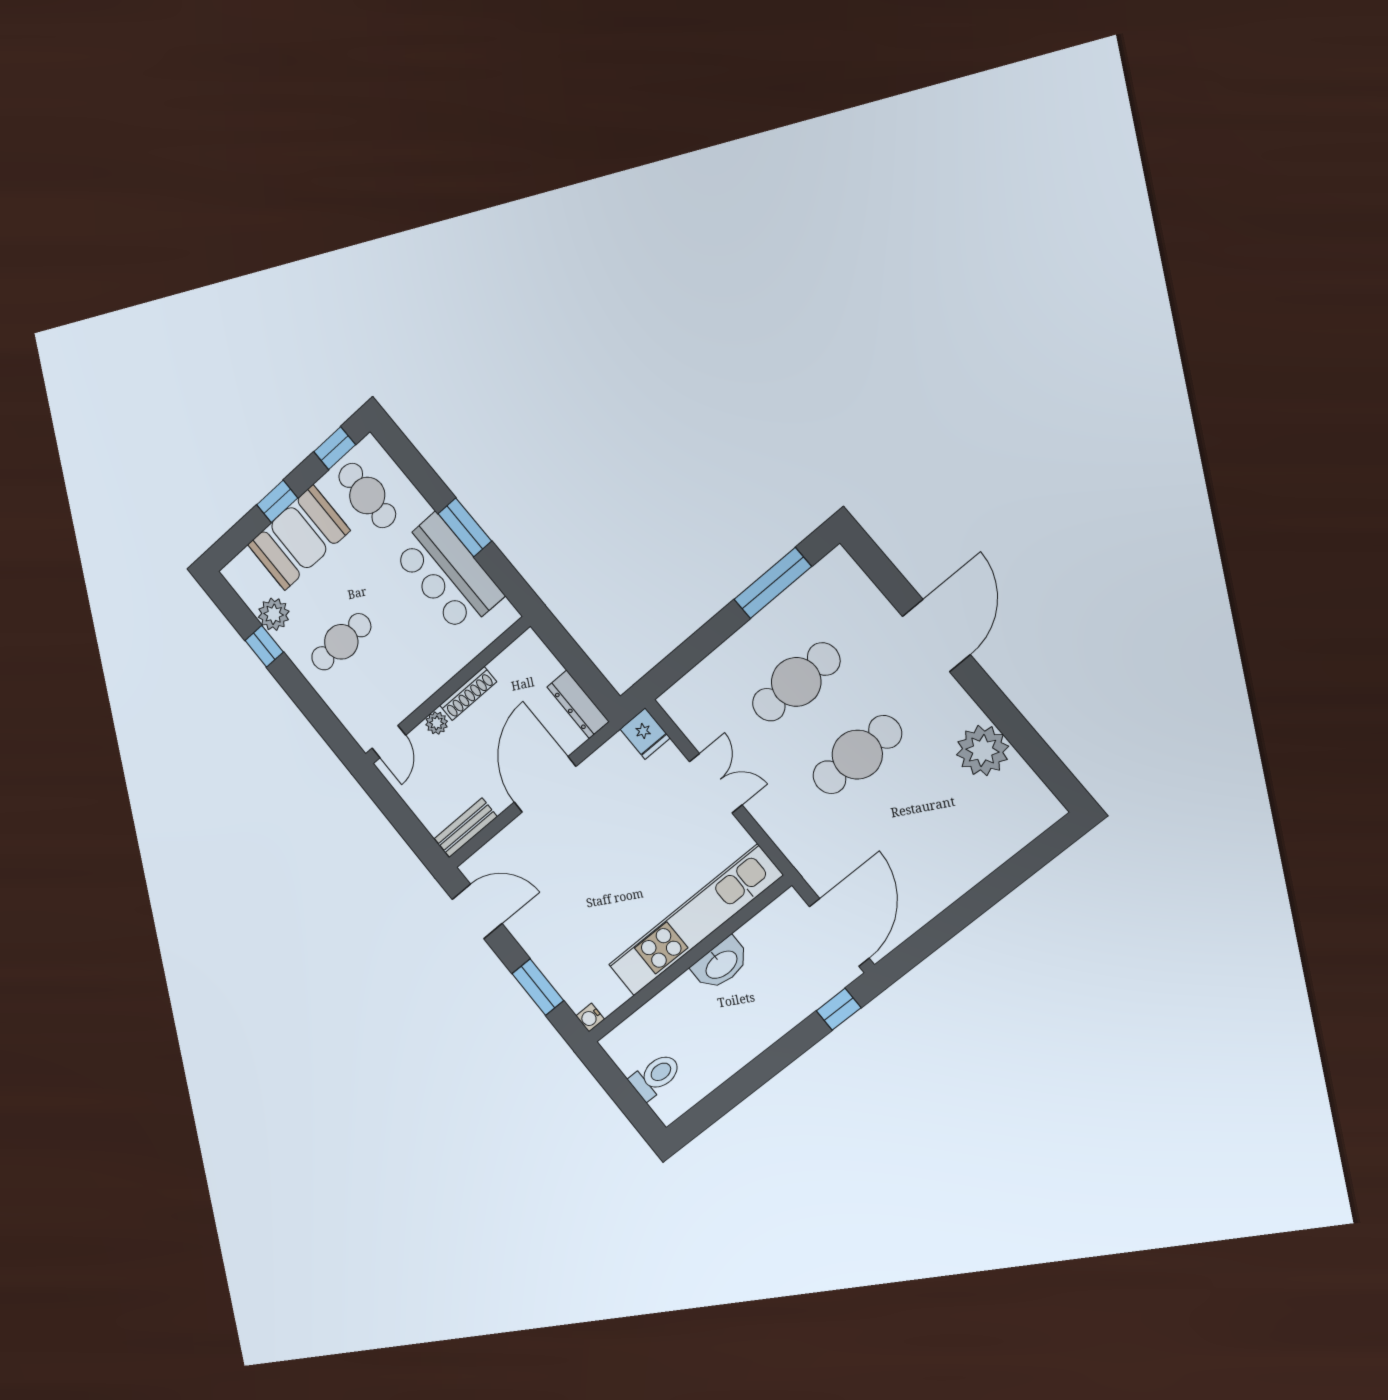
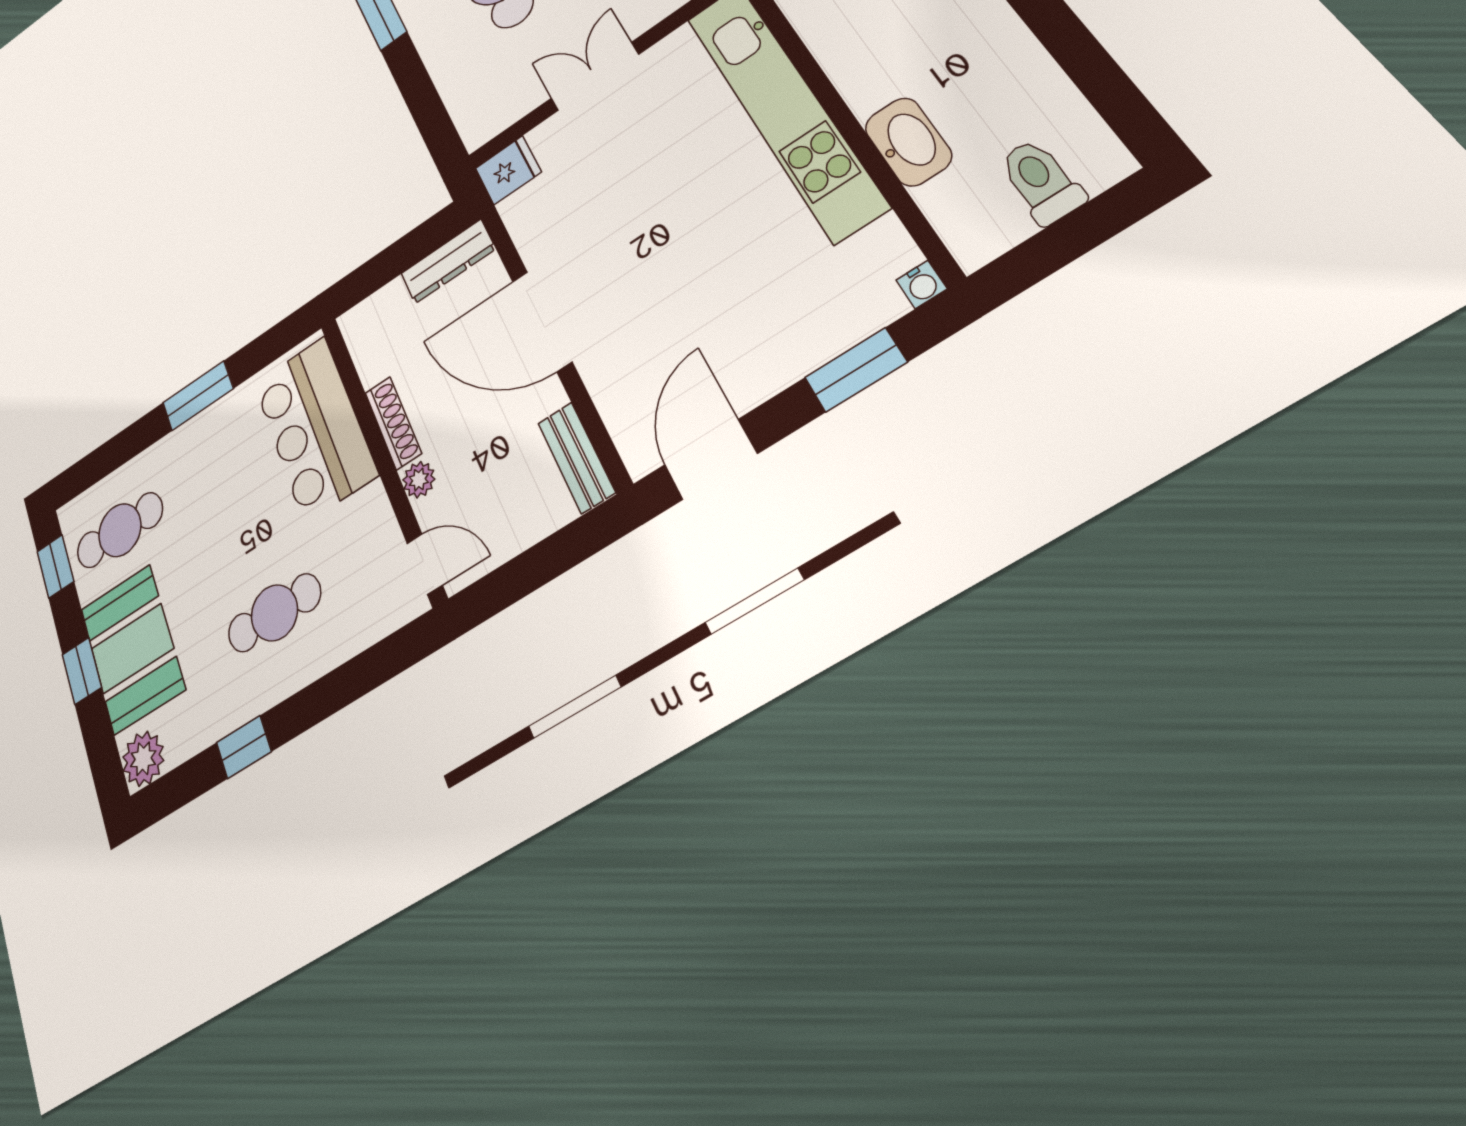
bar counter: (448, 574) -> (315, 428), moved, turned 90
plant: (274, 614) -> (143, 759), moved
cafe table: (341, 642) -> (274, 613), turned 90
washbasin: (721, 964) -> (908, 142), moved

